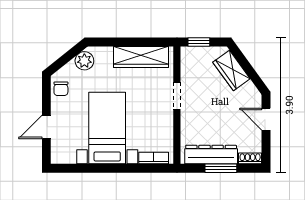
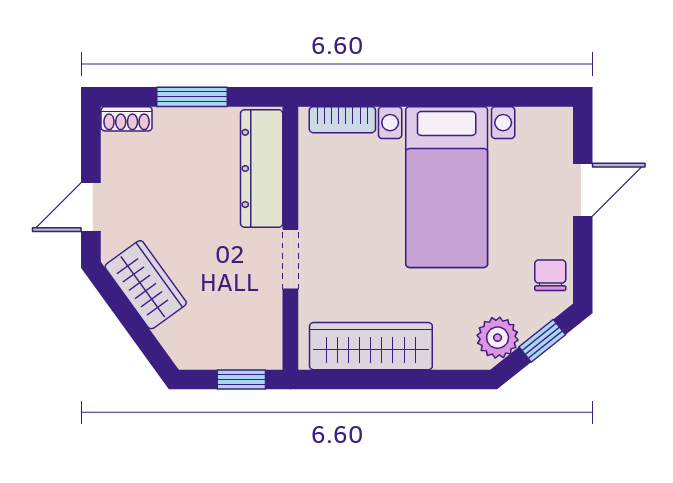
window: (64, 59) -> (542, 341), added
wardrobe: (231, 70) -> (146, 285), moved
door: (266, 119) -> (91, 207), swing flipped
dresser: (211, 155) -> (262, 168), moved, turned 90

